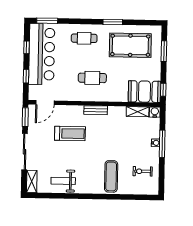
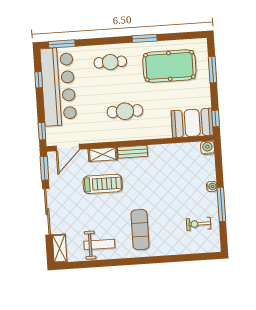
window: (26, 76) -> (42, 131), moved
shelving: (138, 112) -> (103, 154), moved
window: (162, 144) -> (221, 204), moved
exercise mat: (111, 176) -> (140, 230), moved
weight bench: (63, 181) -> (99, 245), turned 180

